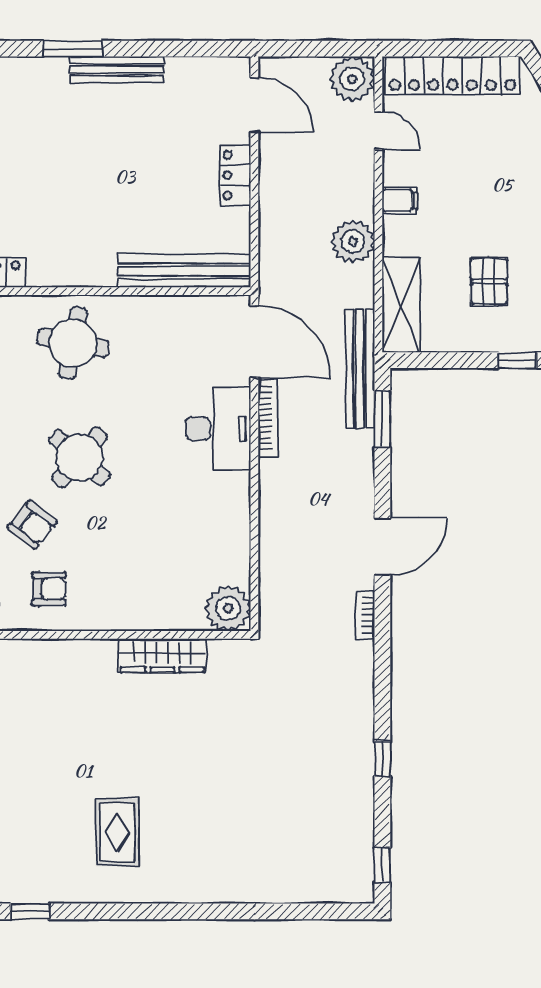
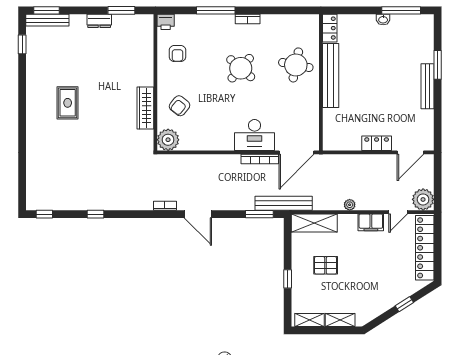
filing cabinet: (400, 200) -> (371, 222), width x2.00
plant: (353, 241) -> (350, 205), width x0.53, depth x0.53
bench: (184, 271) -> (331, 76), moved
armchair: (32, 525) -> (180, 106), moved
rug: (117, 832) -> (68, 103), moved, turned 90

